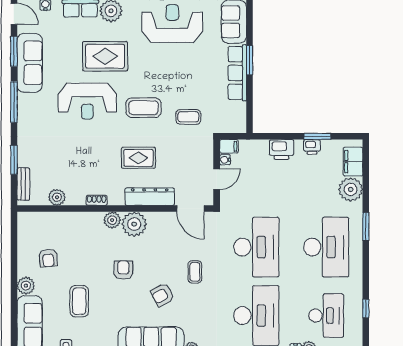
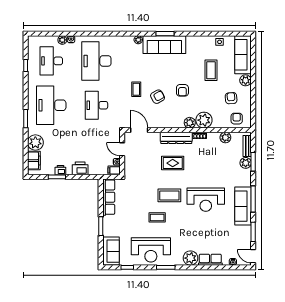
rug: (105, 56) -> (194, 229), removed
sofa: (30, 63) -> (243, 206), moved
row of seats: (237, 73) -> (109, 197), moved
reception desk: (87, 101) -> (206, 200), turned 180
coffee table: (188, 117) -> (157, 217), moved
plant: (26, 158) -> (246, 163), added
door: (217, 179) -> (122, 149), hinge flipped
dresser: (150, 197) -> (176, 138), moved
plant: (134, 224) -> (204, 120), moved
armchair: (40, 226) -> (237, 119), added
desk: (256, 247) -> (96, 105), width x0.73, depth x0.77
armchair: (162, 295) -> (158, 97), moved

